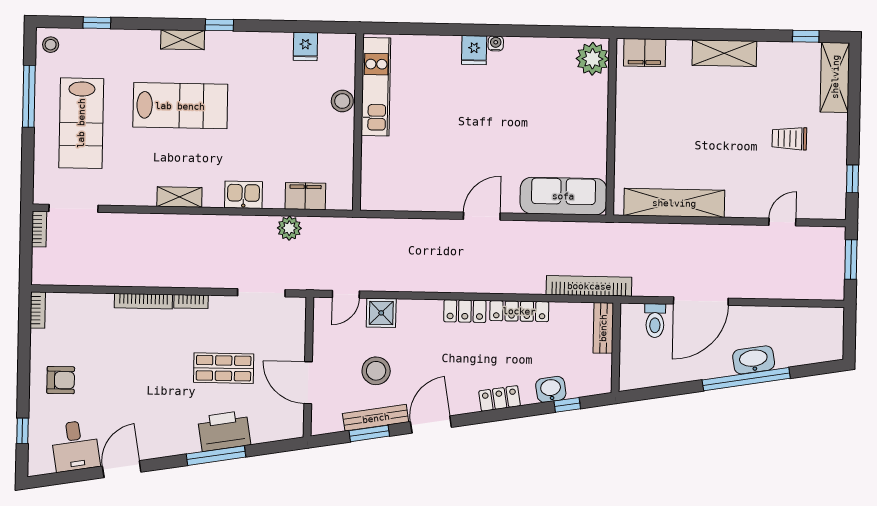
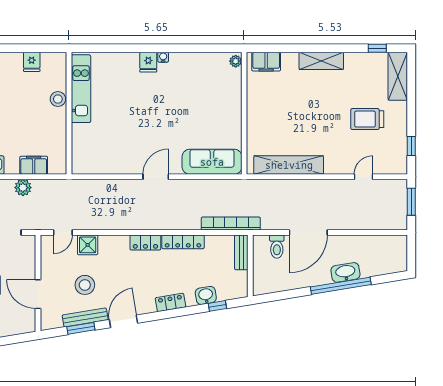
plant: (593, 59) -> (236, 61), width x0.53, depth x0.53
trolley: (789, 139) -> (367, 119), width x1.36, depth x1.39

